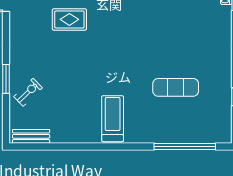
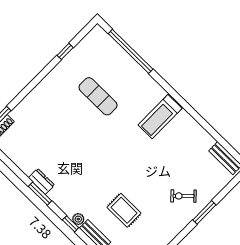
exercise bike: (28, 92) -> (184, 196), moved

